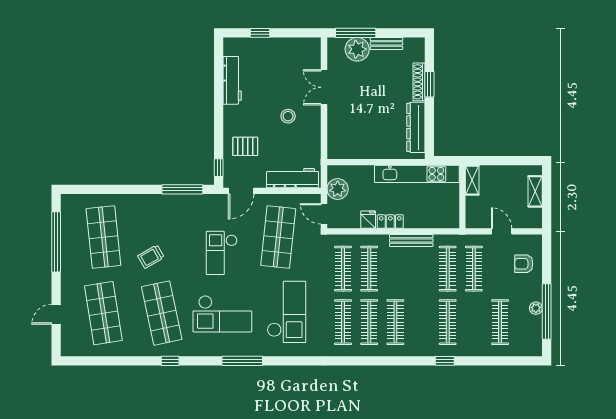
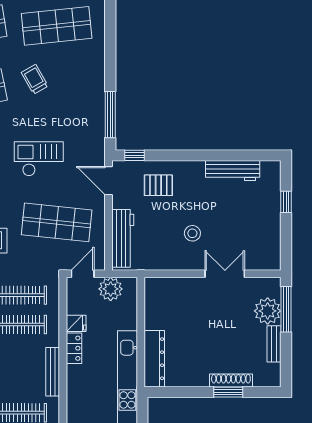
dresser: (416, 127) -> (154, 359), moved, turned 90
pallet: (245, 146) -> (158, 185), turned 90

